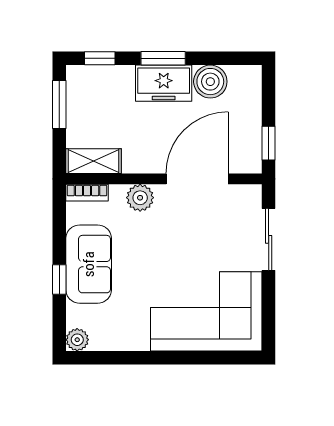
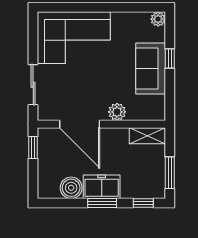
door: (197, 179) -> (80, 124), hinge flipped
bookcase: (87, 193) -> (152, 115), removed

